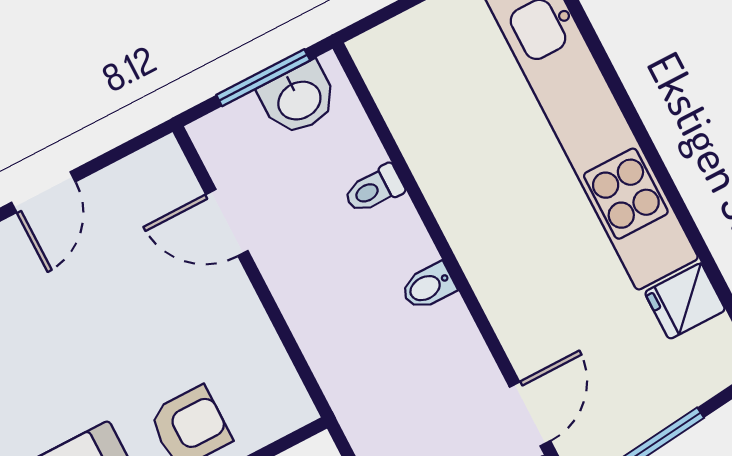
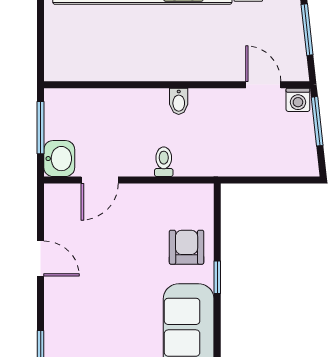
washbasin: (299, 99) -> (59, 159), moved
toilet: (374, 189) -> (164, 162), moved, turned 180

